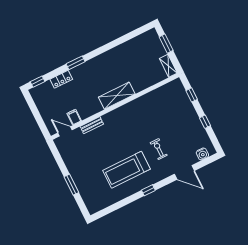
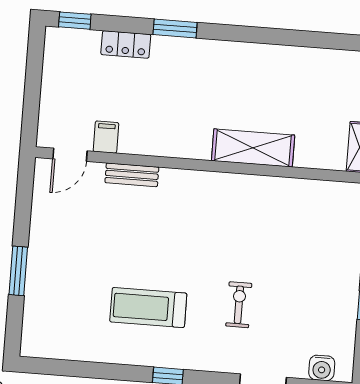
shelving: (117, 96) -> (253, 148), moved
door: (65, 131) -> (70, 155), swing flipped
treadmill: (126, 170) -> (148, 308), width x0.73, depth x0.73

